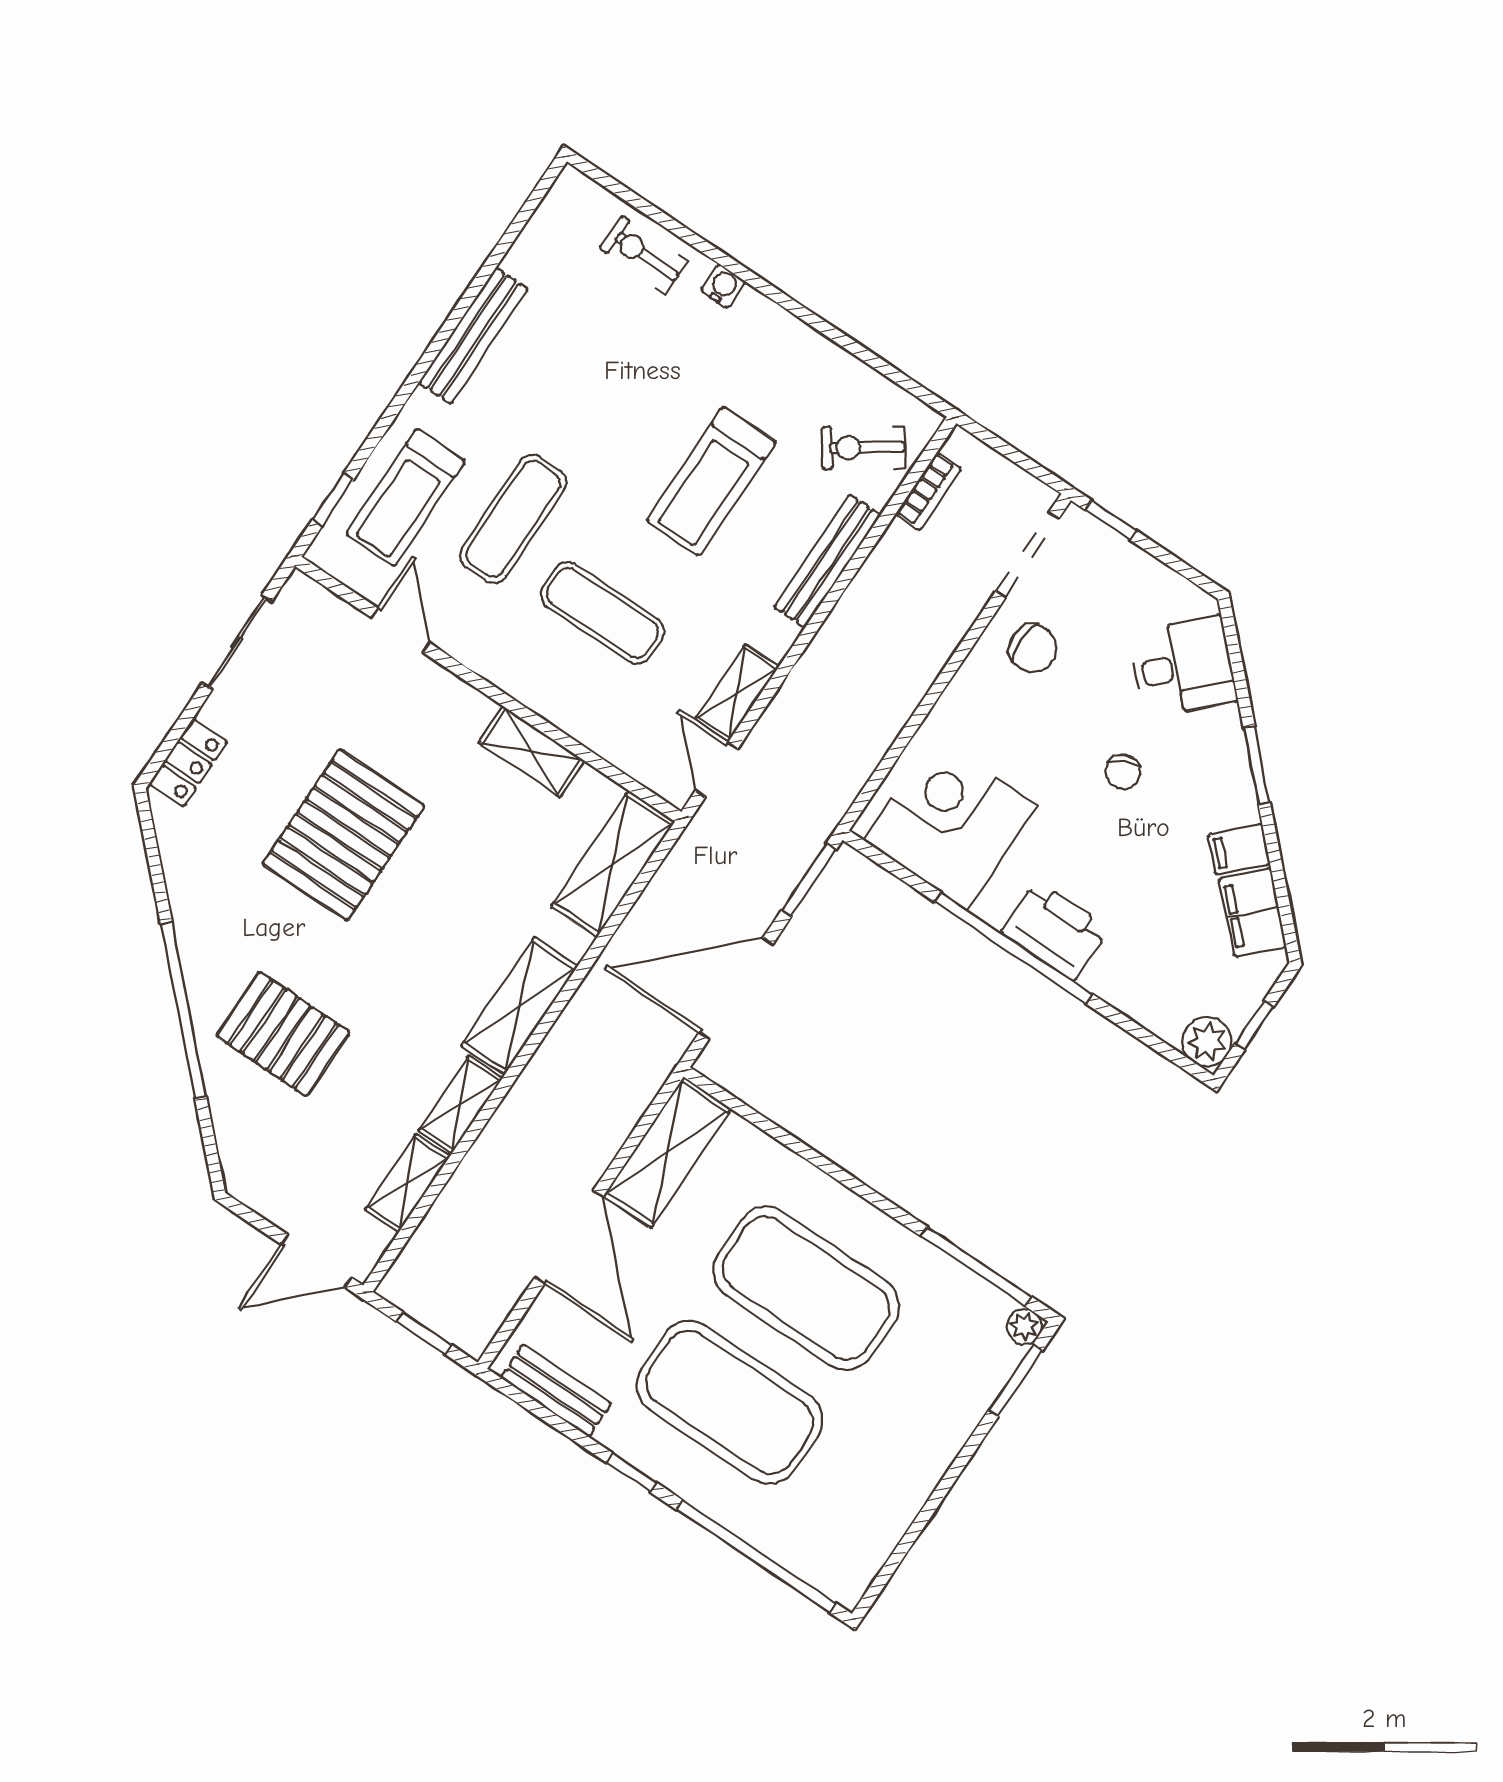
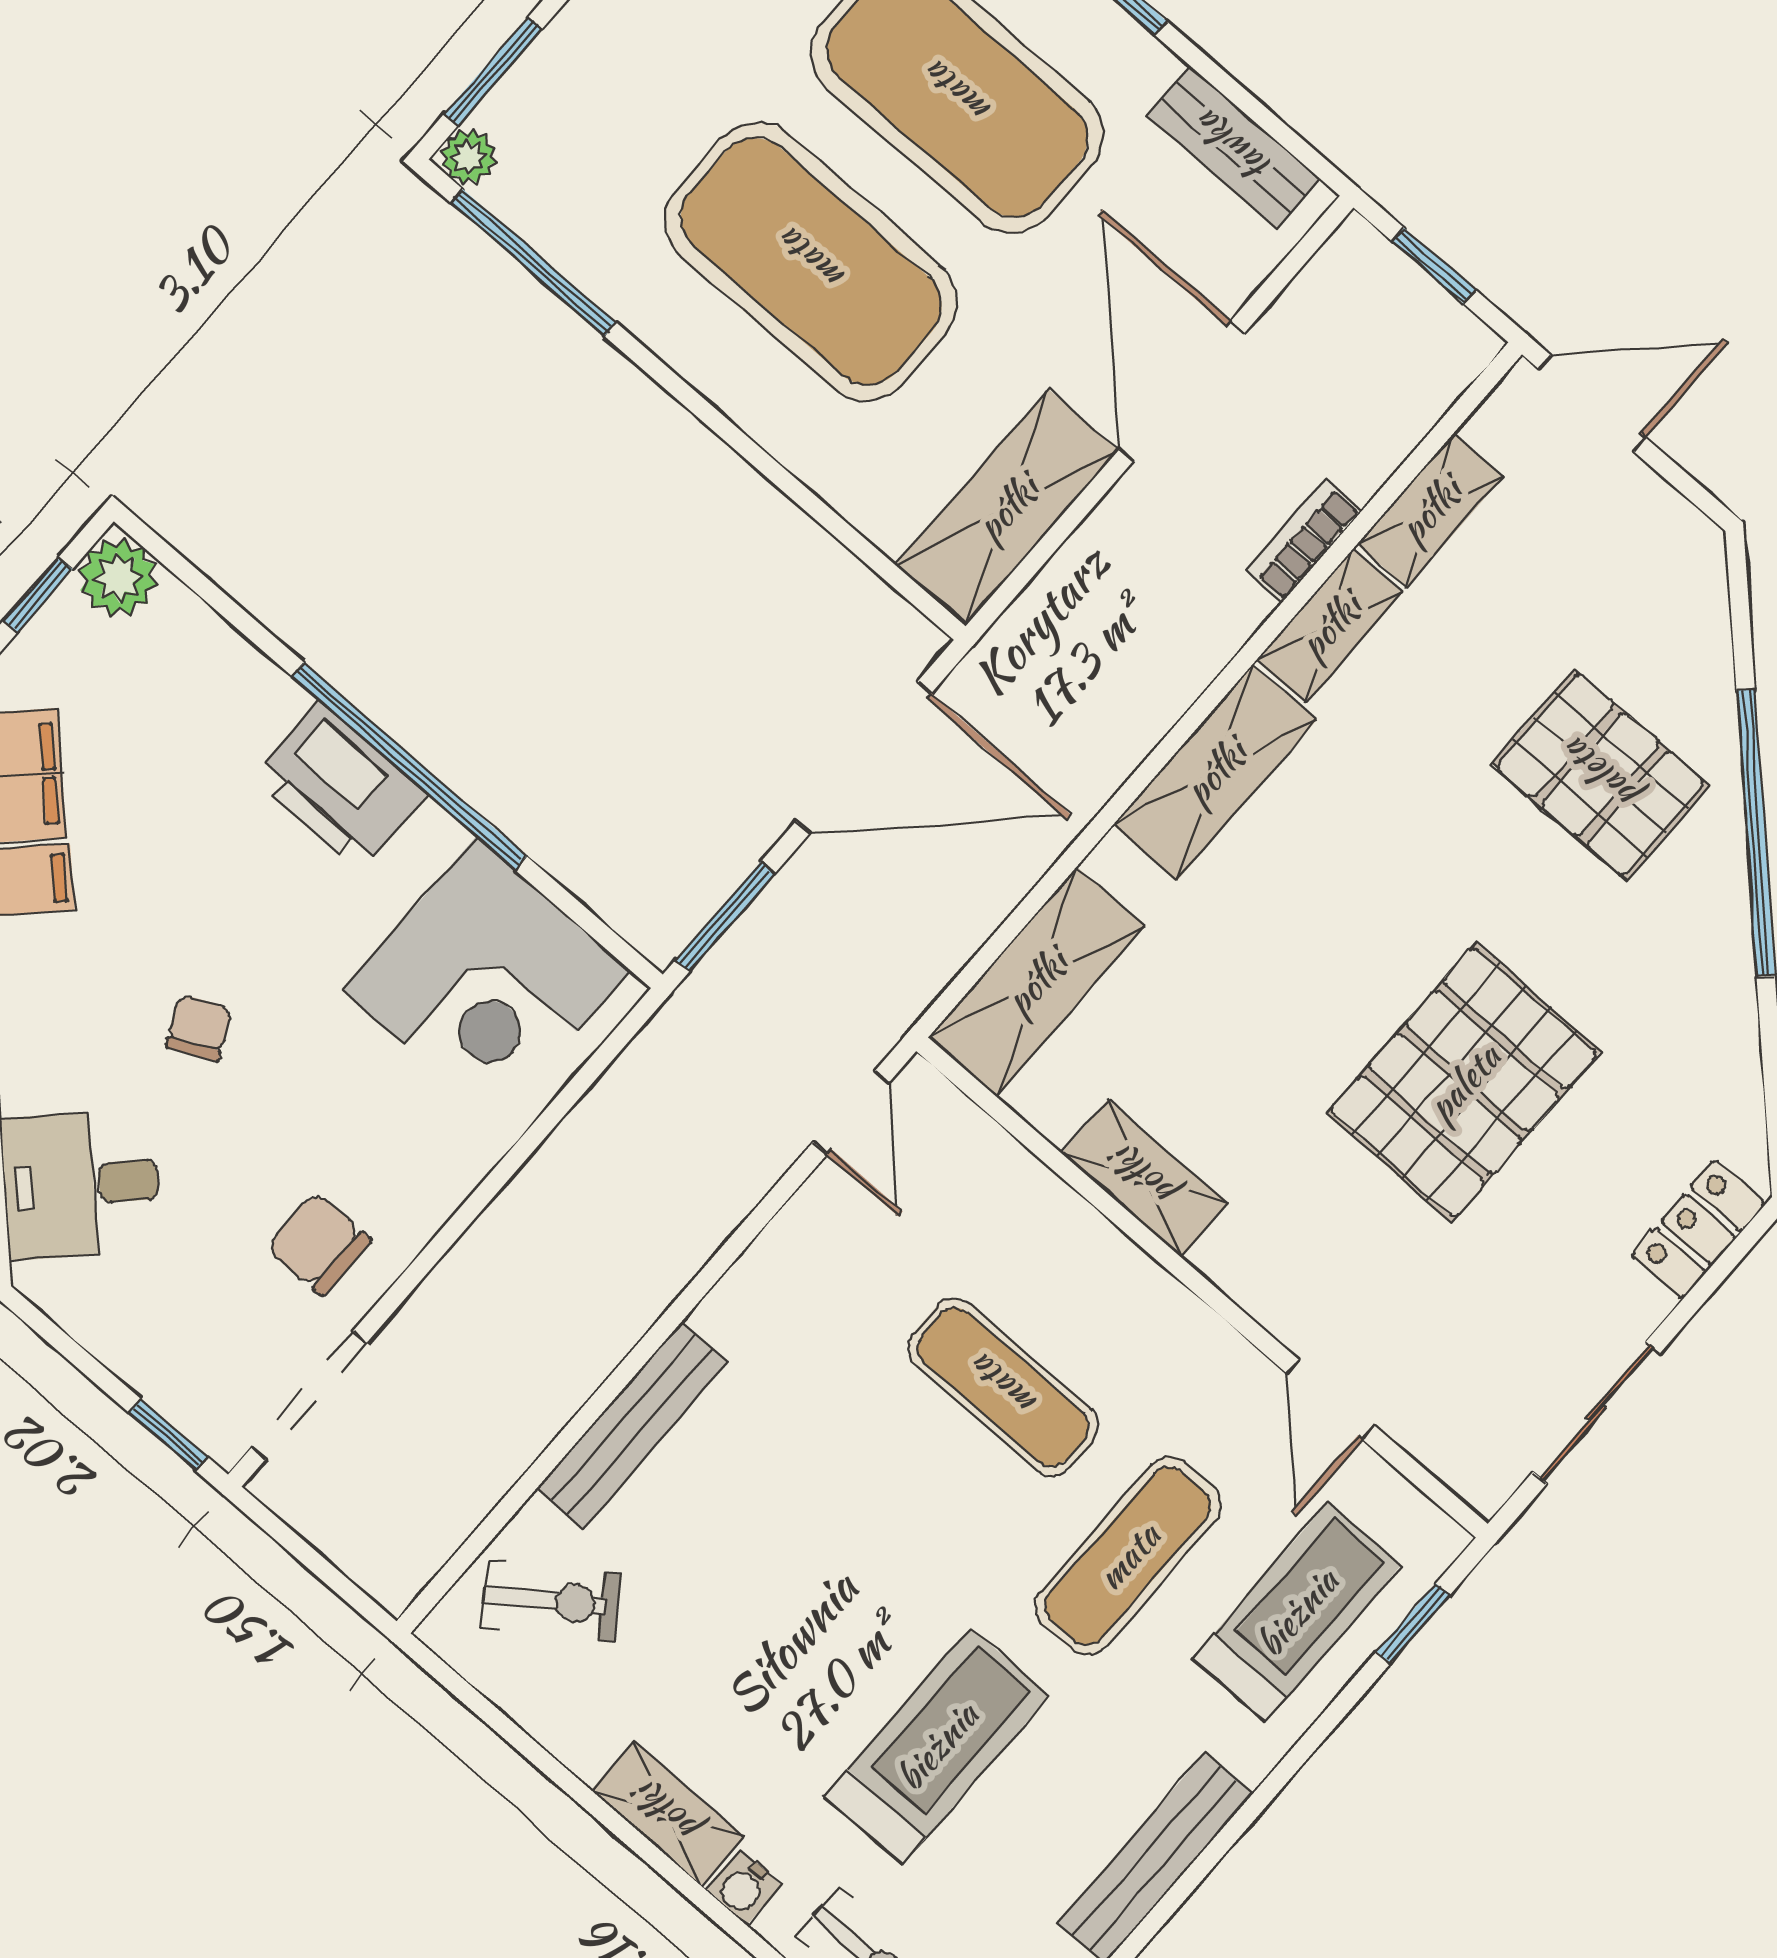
treadmill: (711, 481) -> (937, 1746), moved
bookcase: (929, 491) -> (1304, 541), moved
shelving: (737, 693) -> (668, 1814), moved, turned 90

